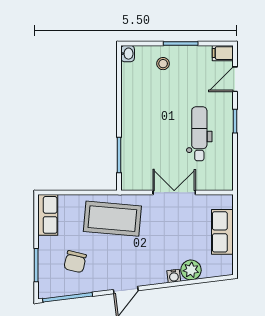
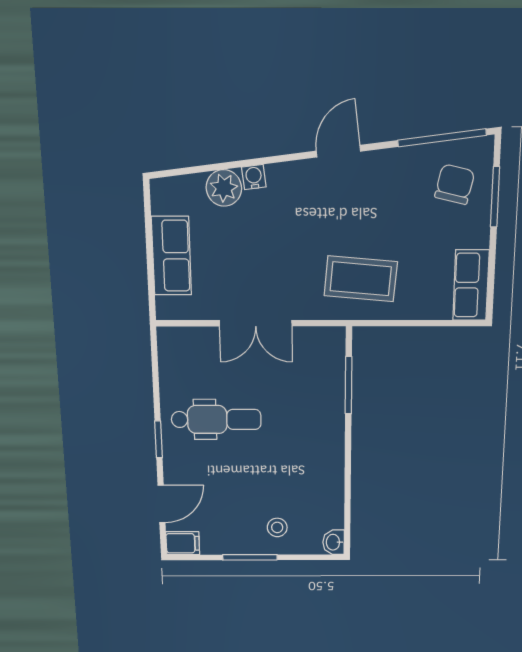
dental chair: (199, 134) -> (216, 419), turned -90
coffee table: (112, 219) -> (361, 279), width x0.73, depth x0.76
chair: (75, 262) -> (455, 184), moved

